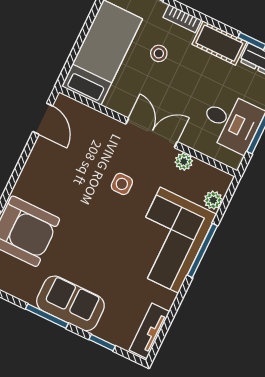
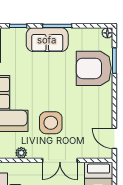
double door: (152, 133) -> (60, 160), moved
side table: (122, 184) -> (51, 123), width x1.87, depth x1.87

